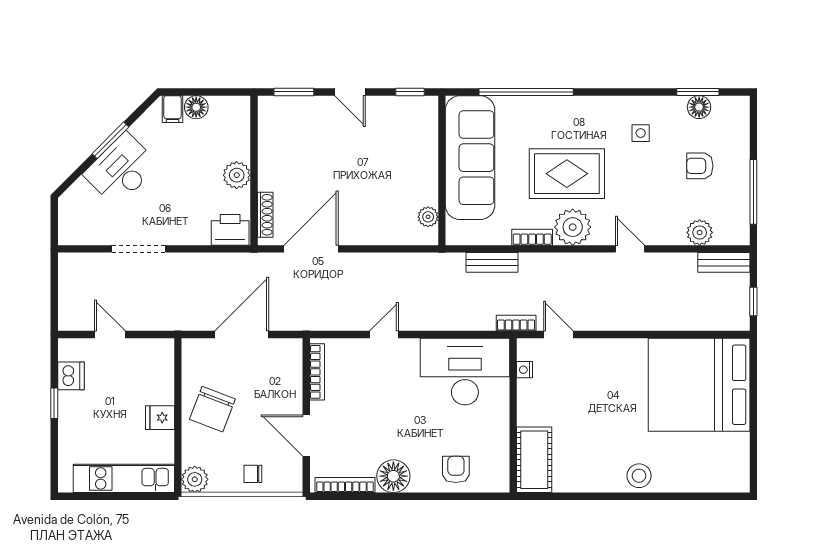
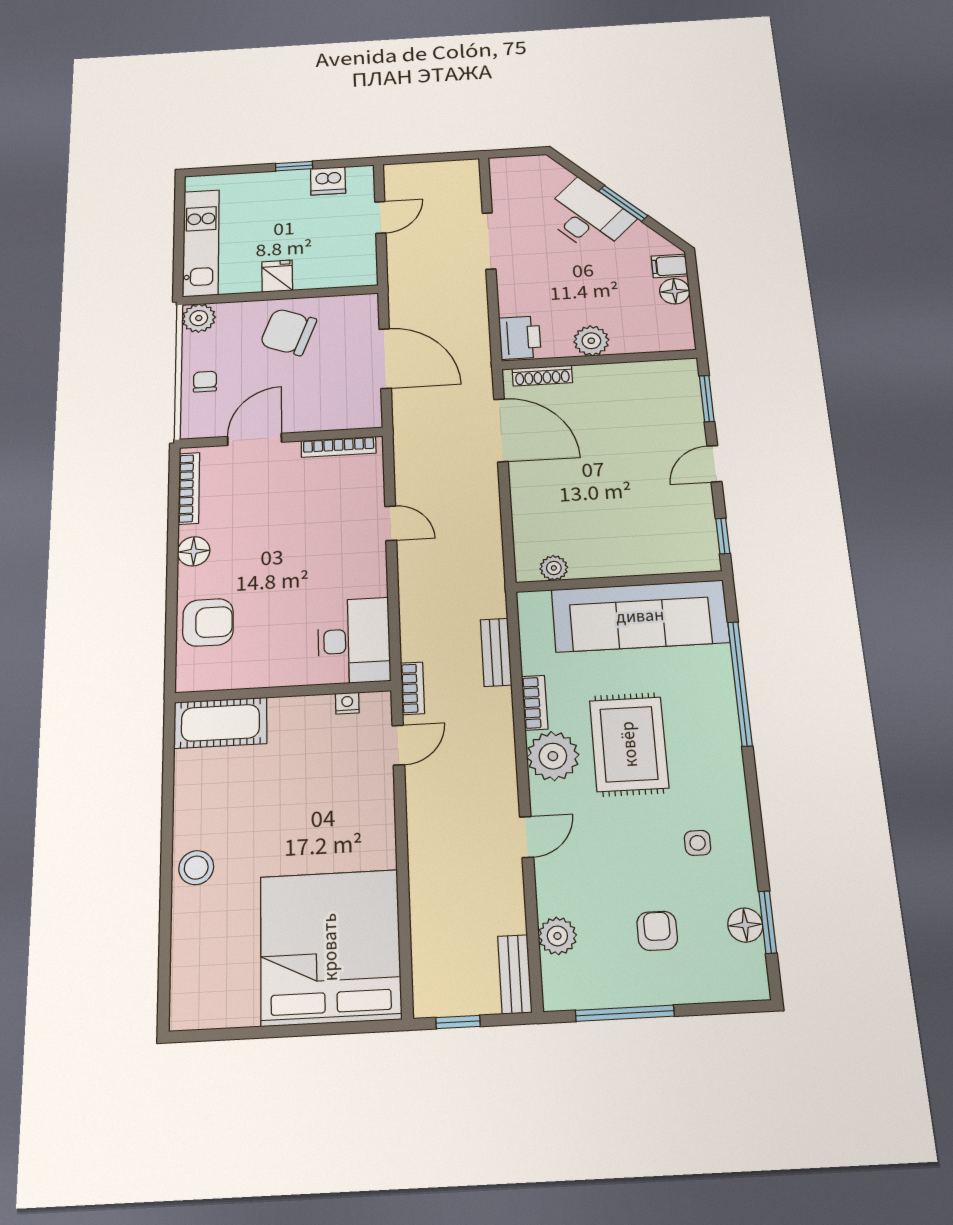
desk: (465, 372) -> (354, 641), width x0.73, depth x0.77
armchair: (456, 469) -> (208, 622), width x1.38, depth x1.38
floor lamp: (393, 476) -> (194, 551), width x0.73, depth x0.73

